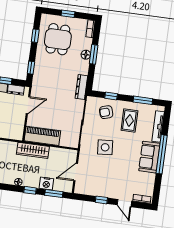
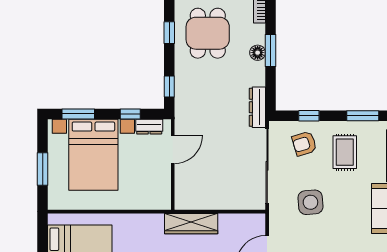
piano: (42, 136) -> (204, 197), removed

